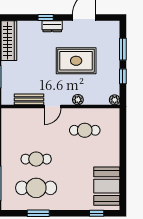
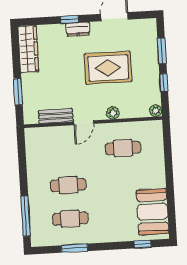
cafe table: (36, 188) -> (70, 219), width x0.73, depth x0.74

